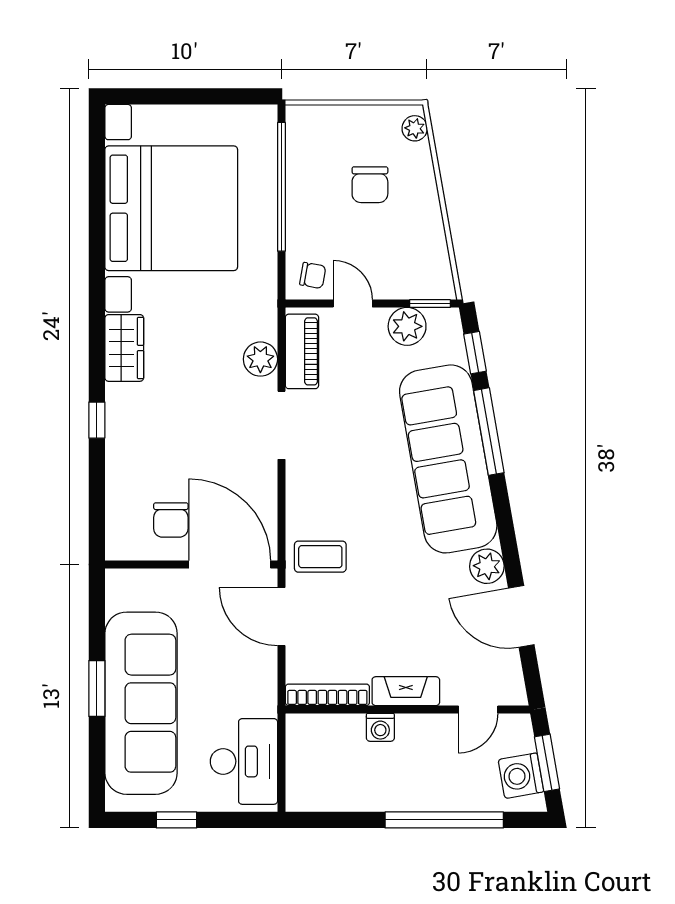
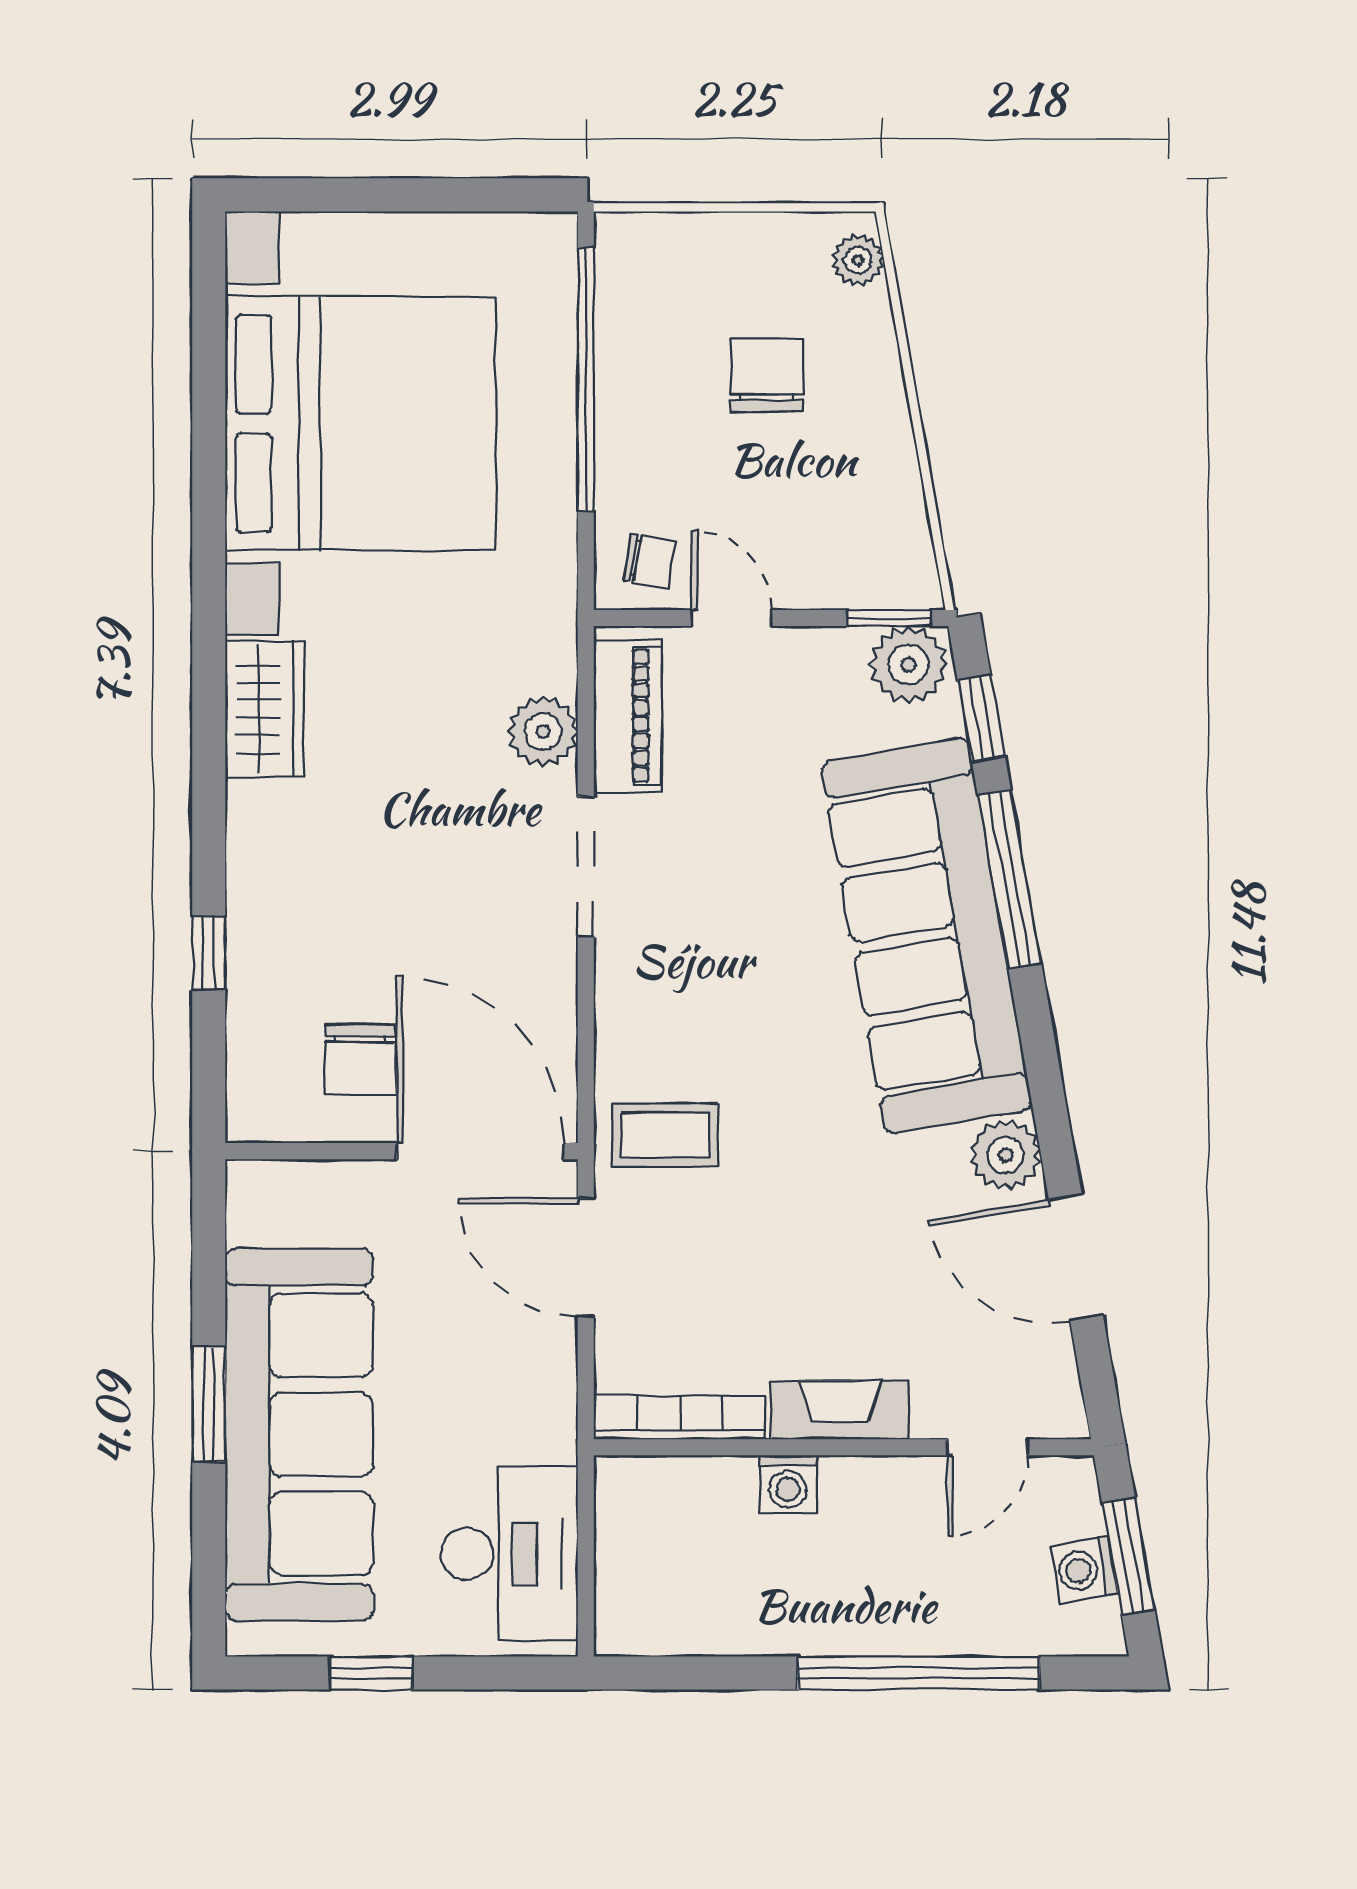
chair: (370, 185) -> (767, 375), turned 180
plant: (407, 326) -> (908, 665), moved
window: (97, 420) -> (209, 953), moved
washing machine: (521, 776) -> (1084, 1570), width x0.73, depth x0.73

